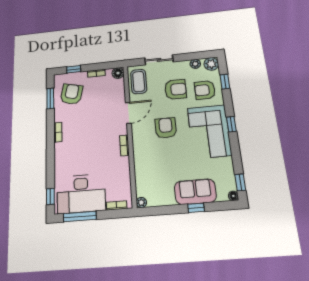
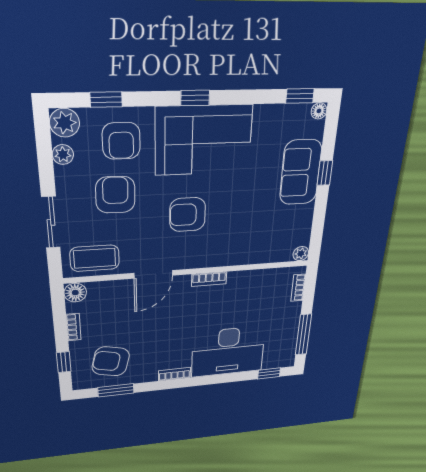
door: (128, 113) -> (153, 274), swing flipped
desk: (81, 194) -> (228, 352), moved, turned 90

